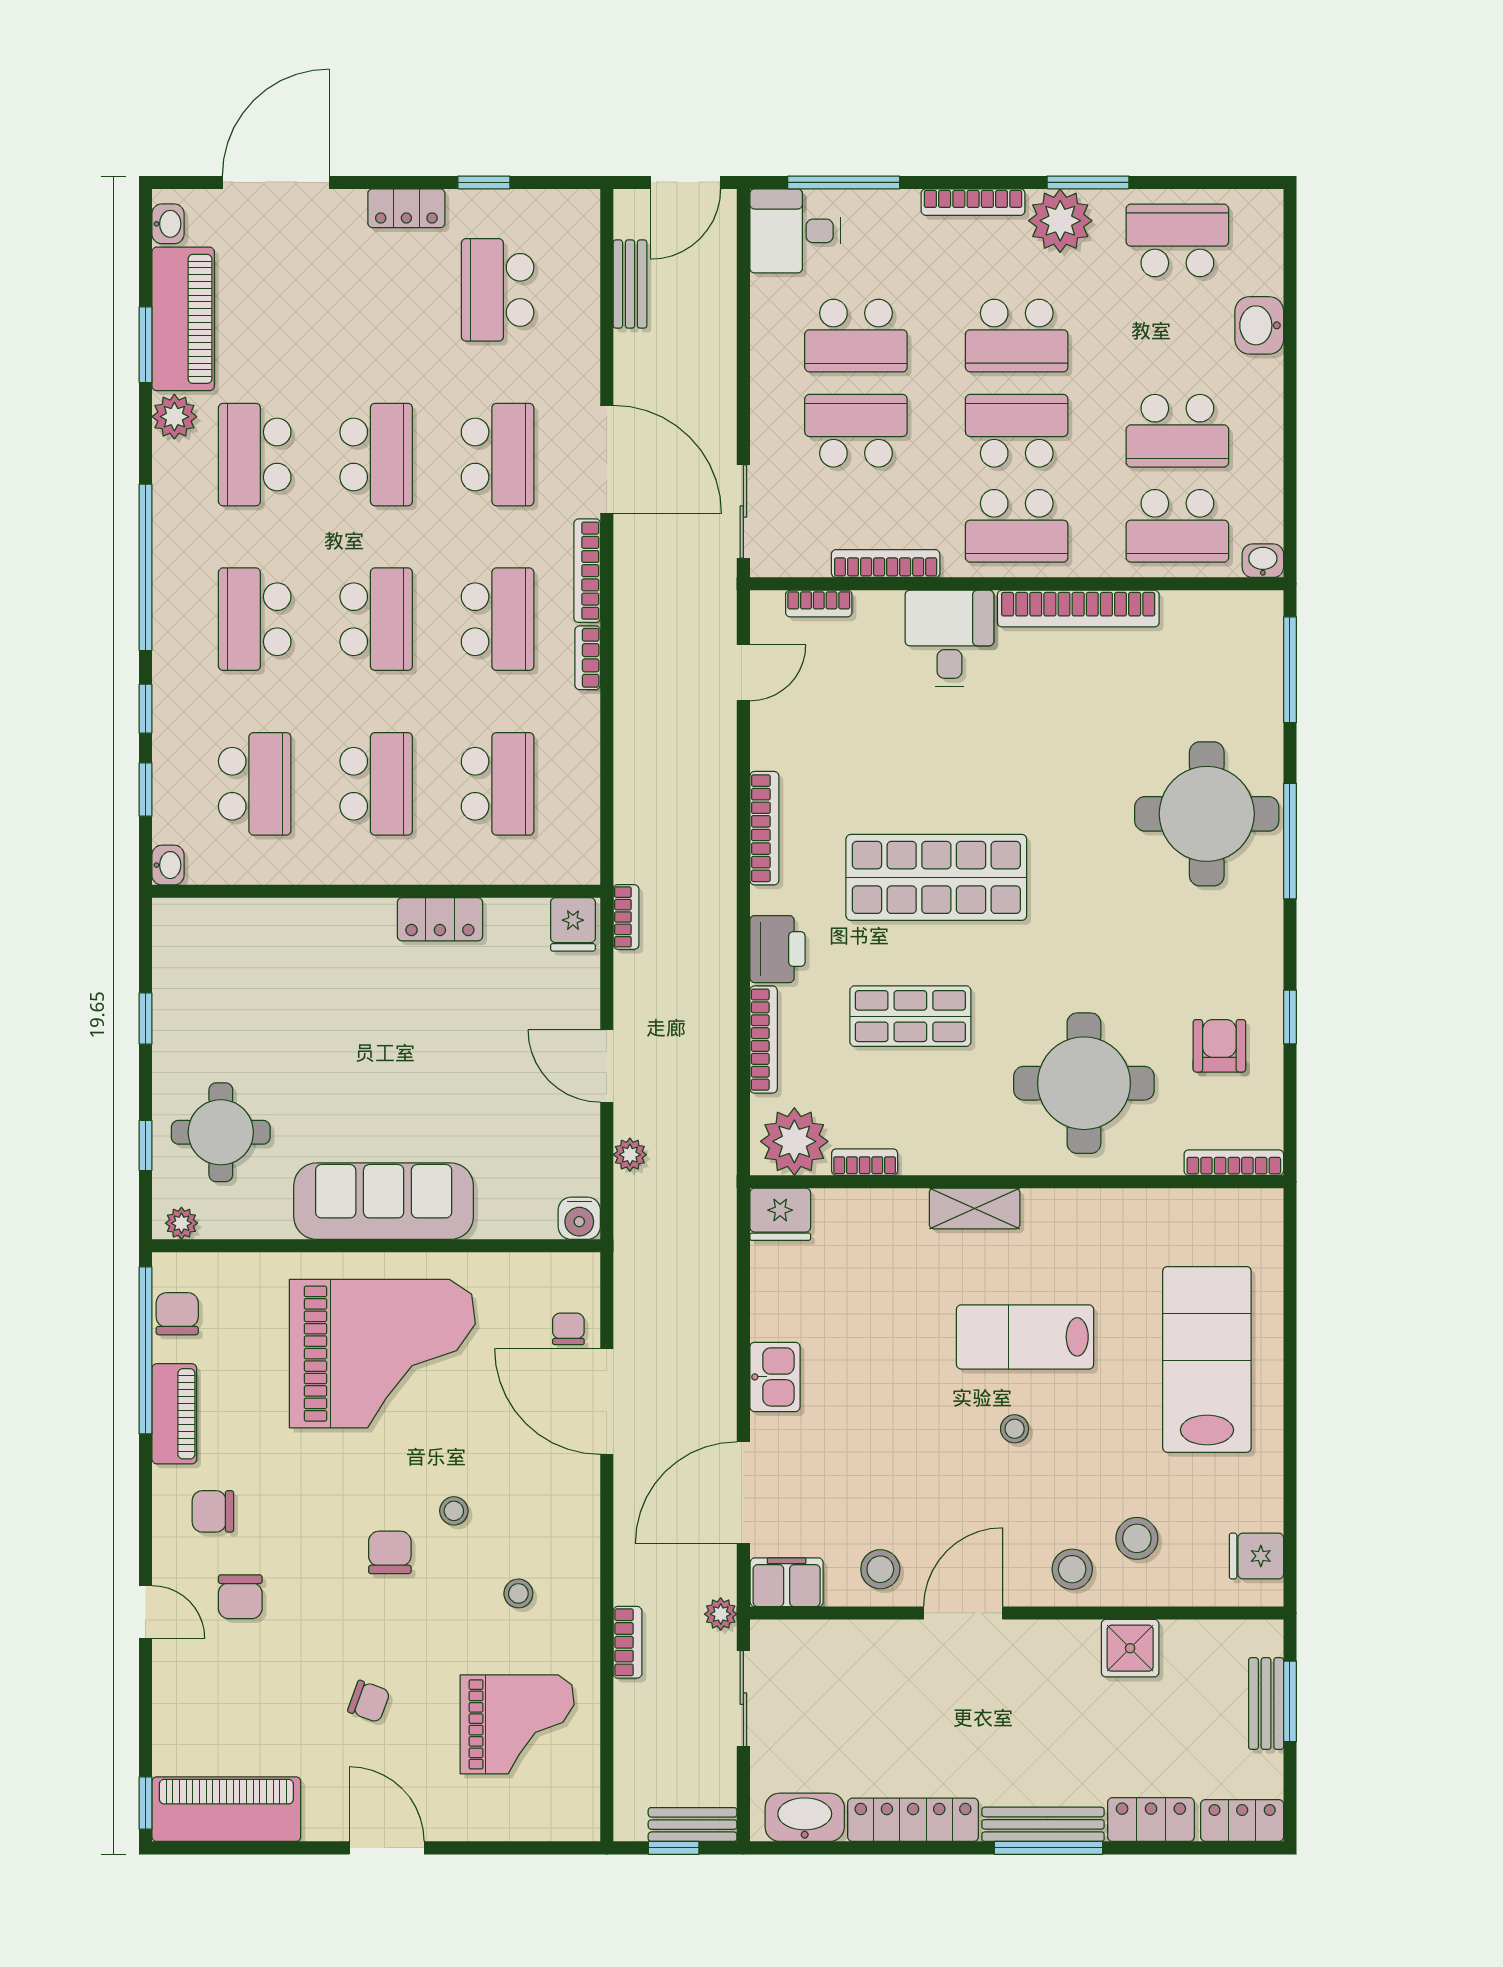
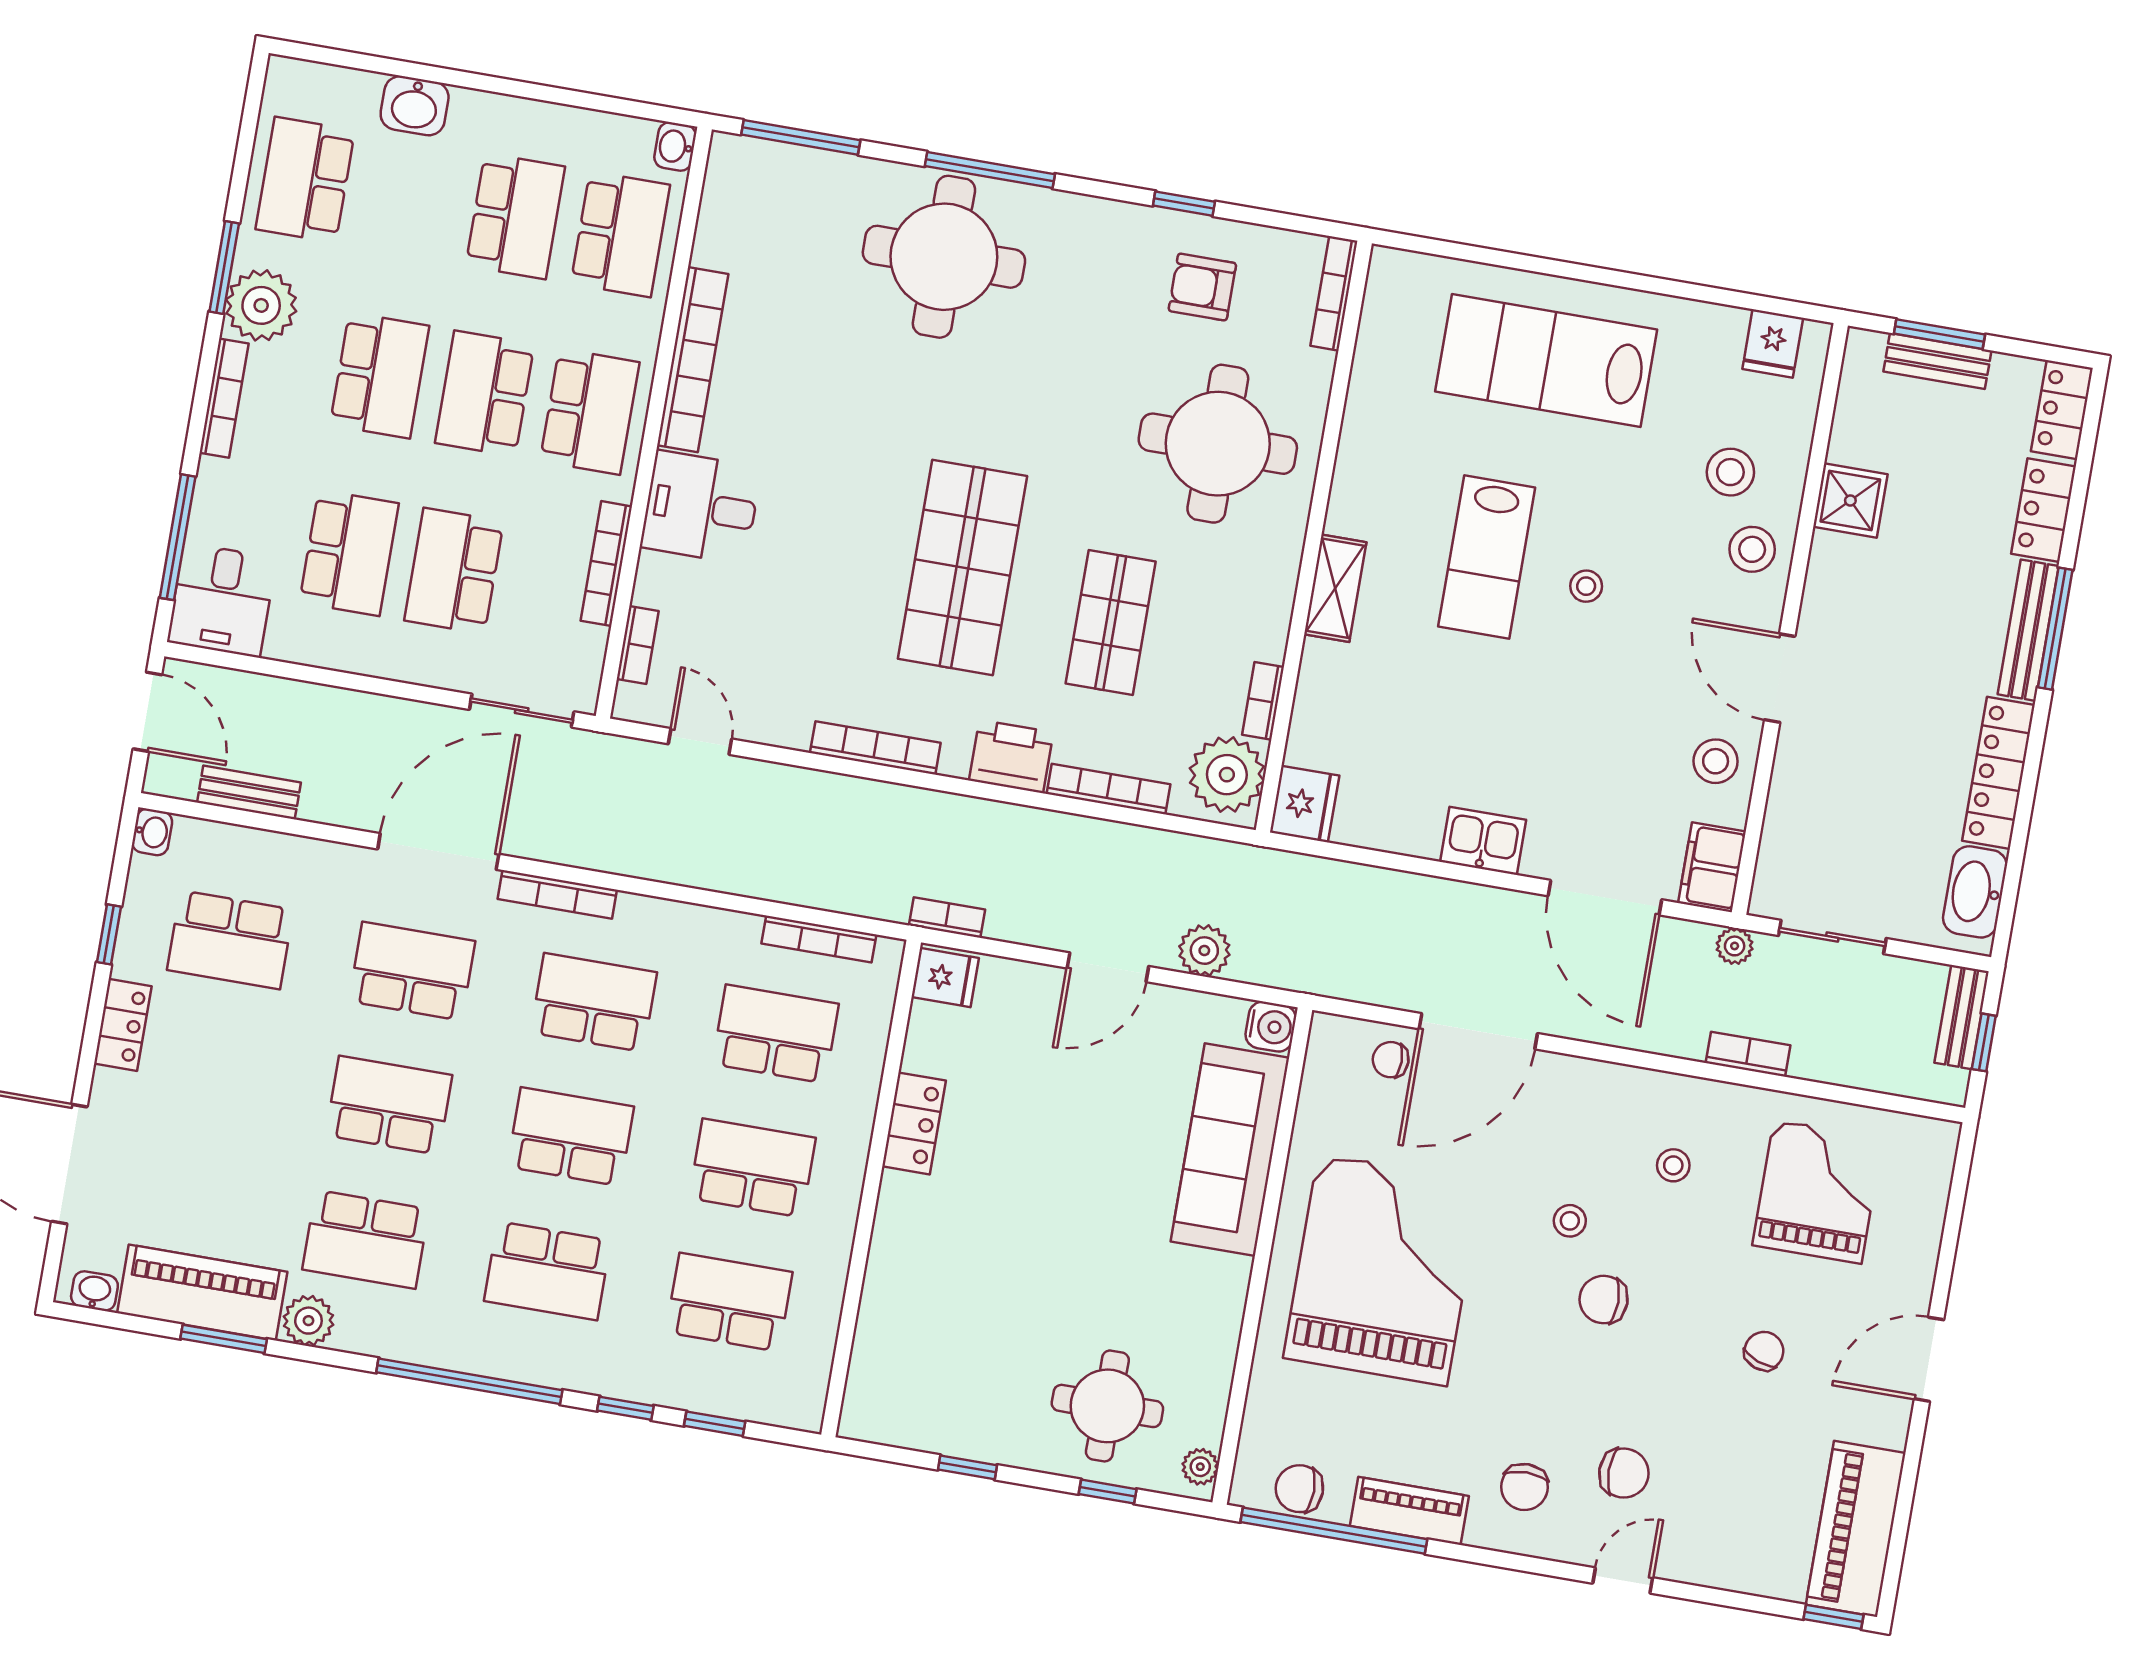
bookcase: (588, 658) -> (819, 939), moved, width x1.56
washbasin: (168, 865) -> (152, 832), moved, turned 90
plant: (630, 1155) -> (1204, 951), width x1.38, depth x1.38
sofa: (384, 1201) -> (1230, 1150), moved

